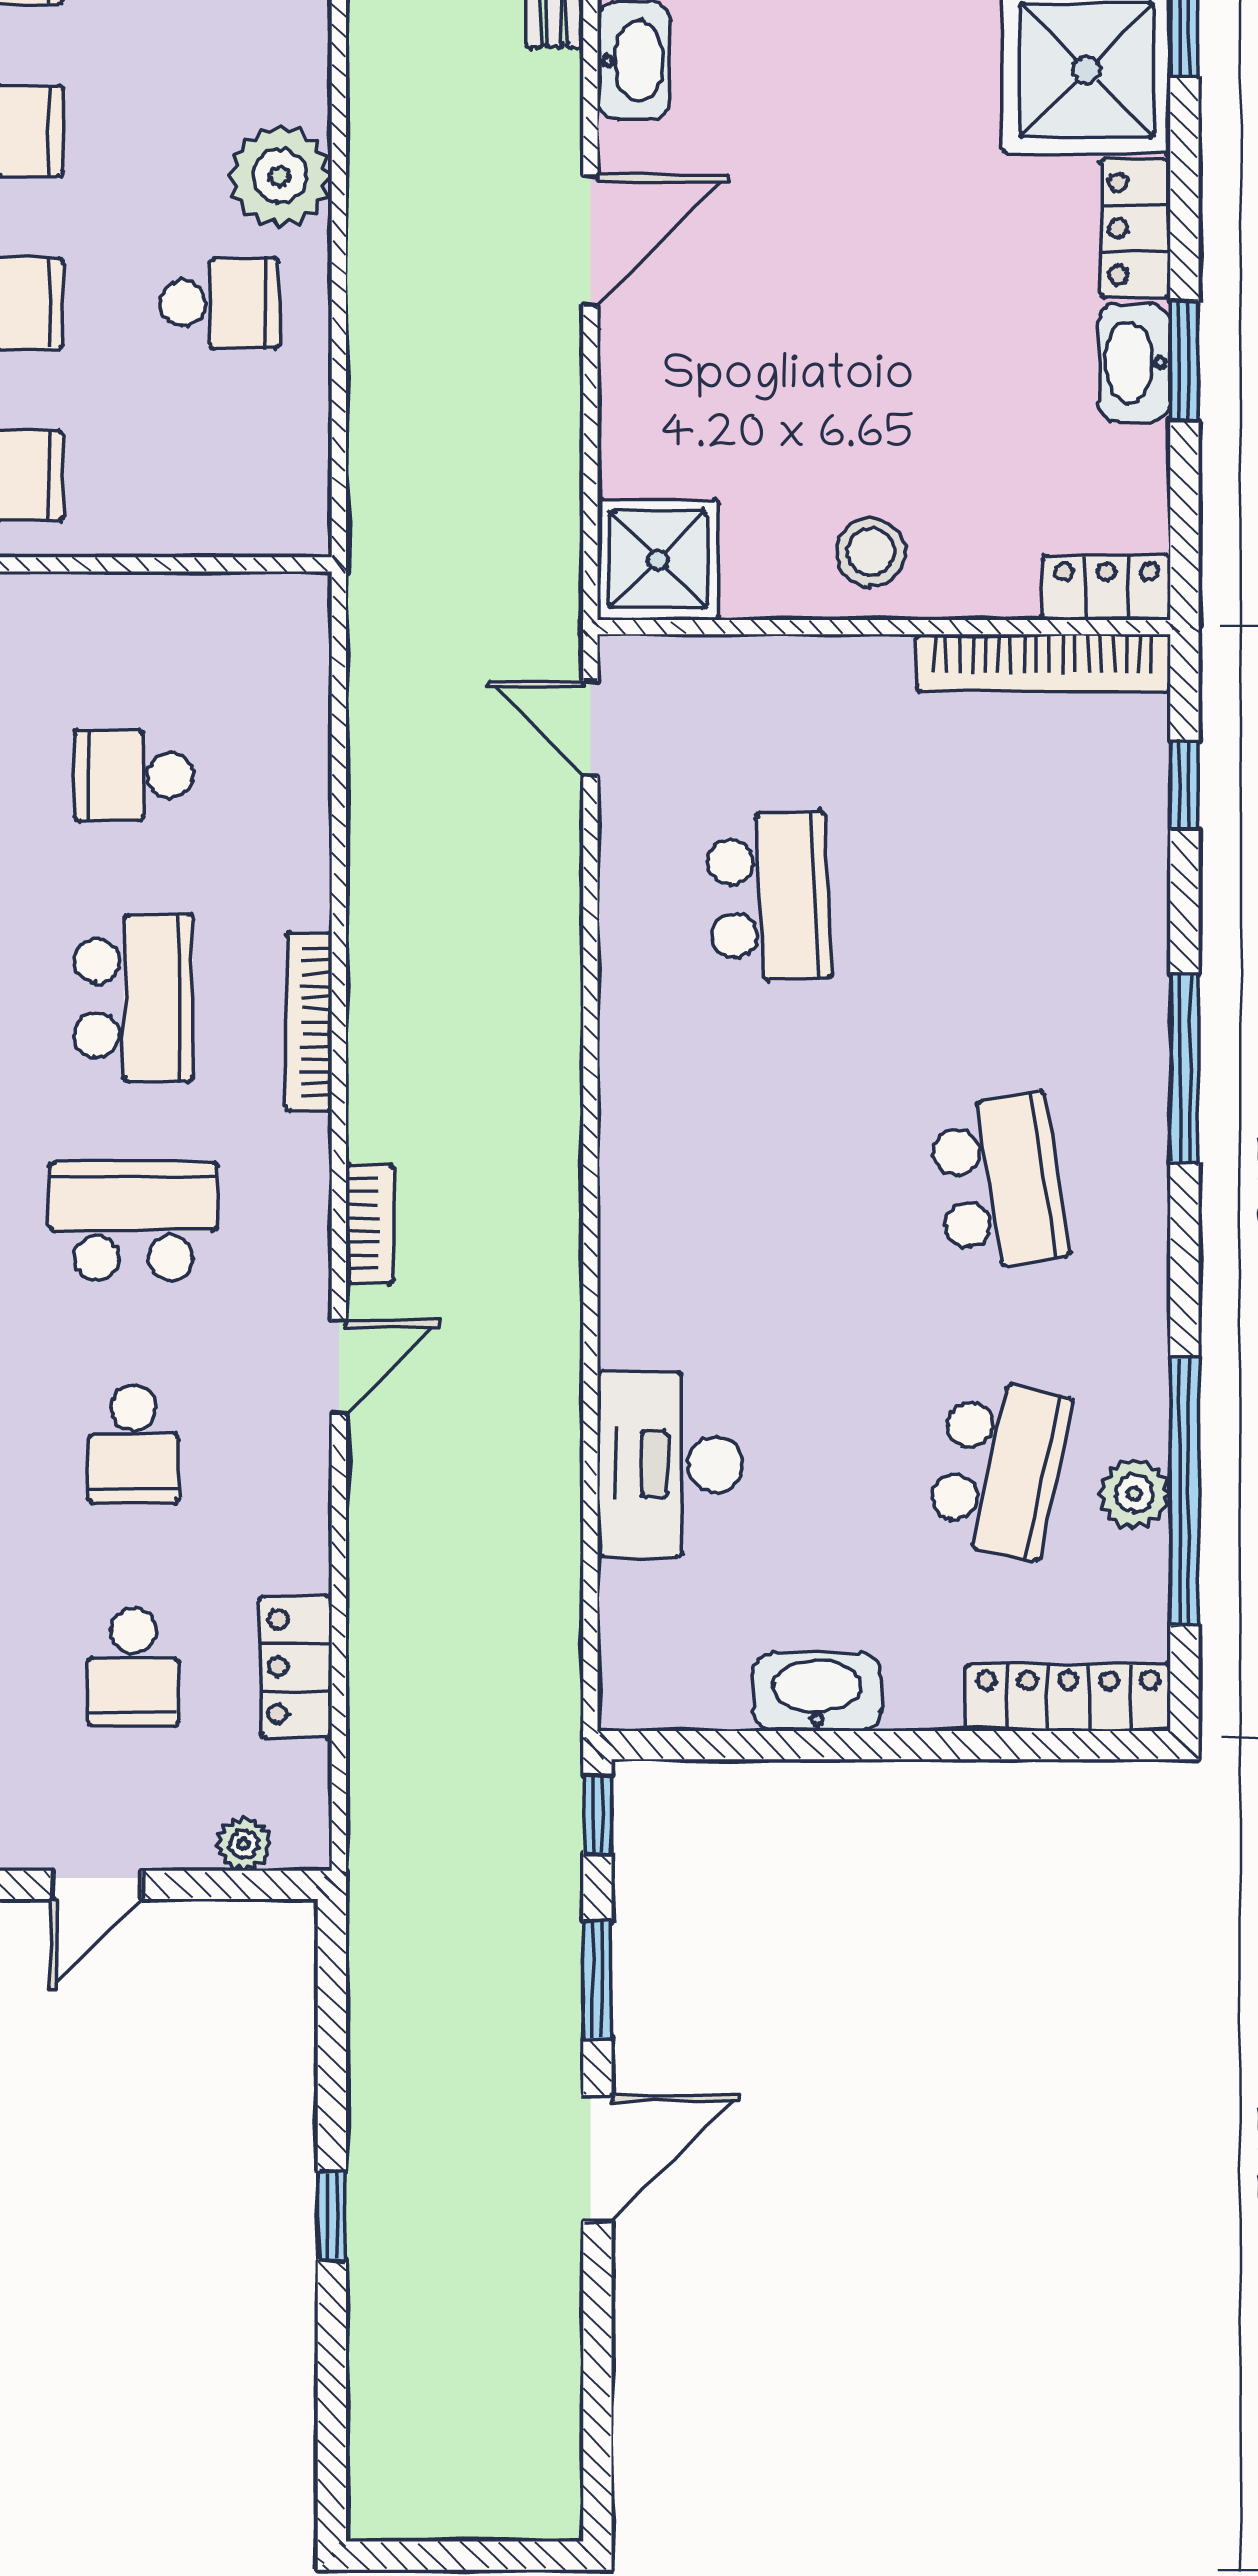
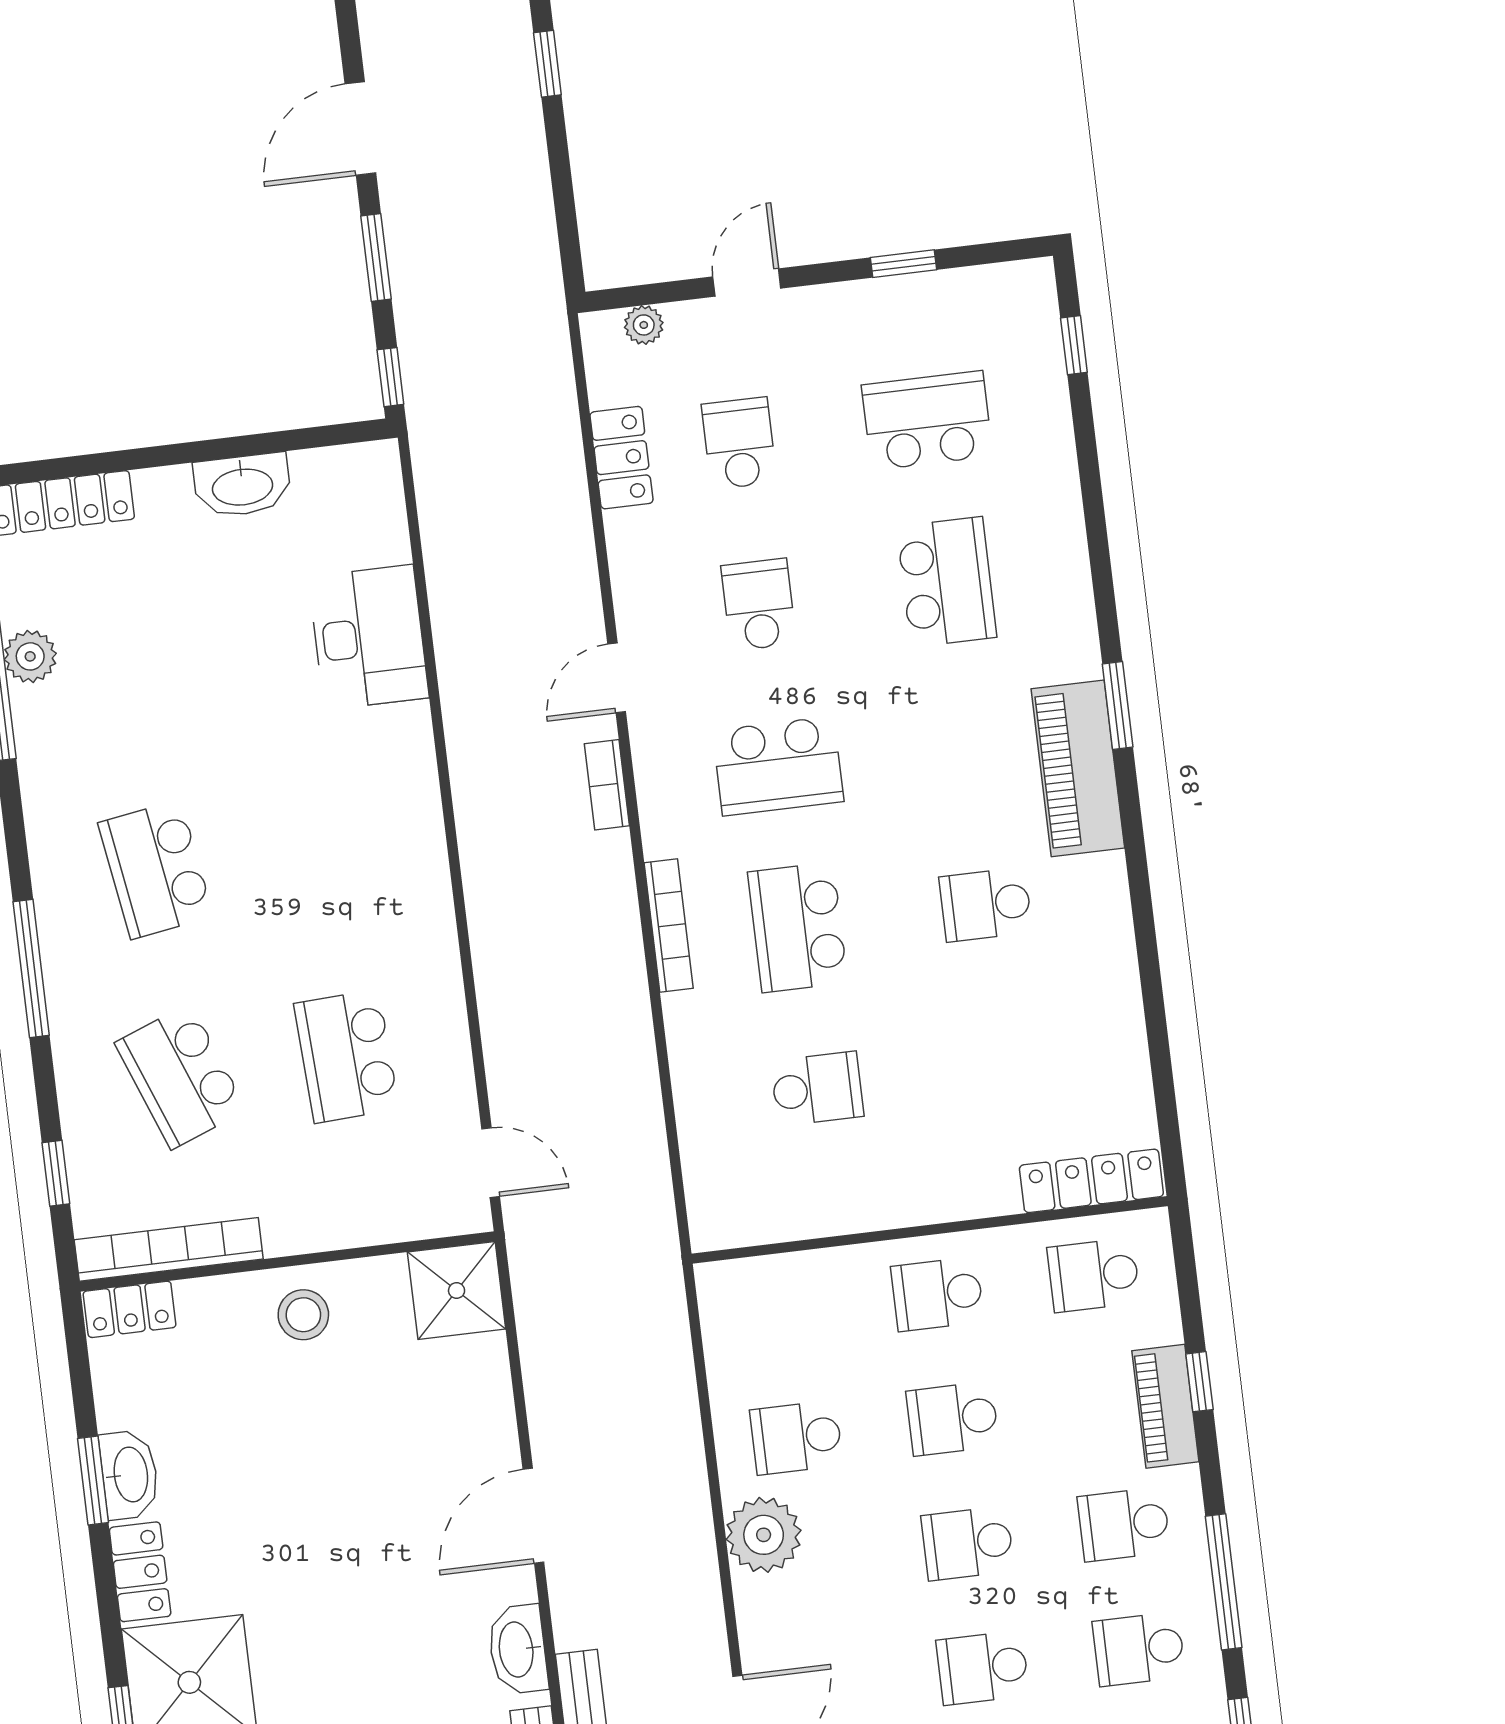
school desk: (998, 1468) -> (181, 1076), moved, turned -33

